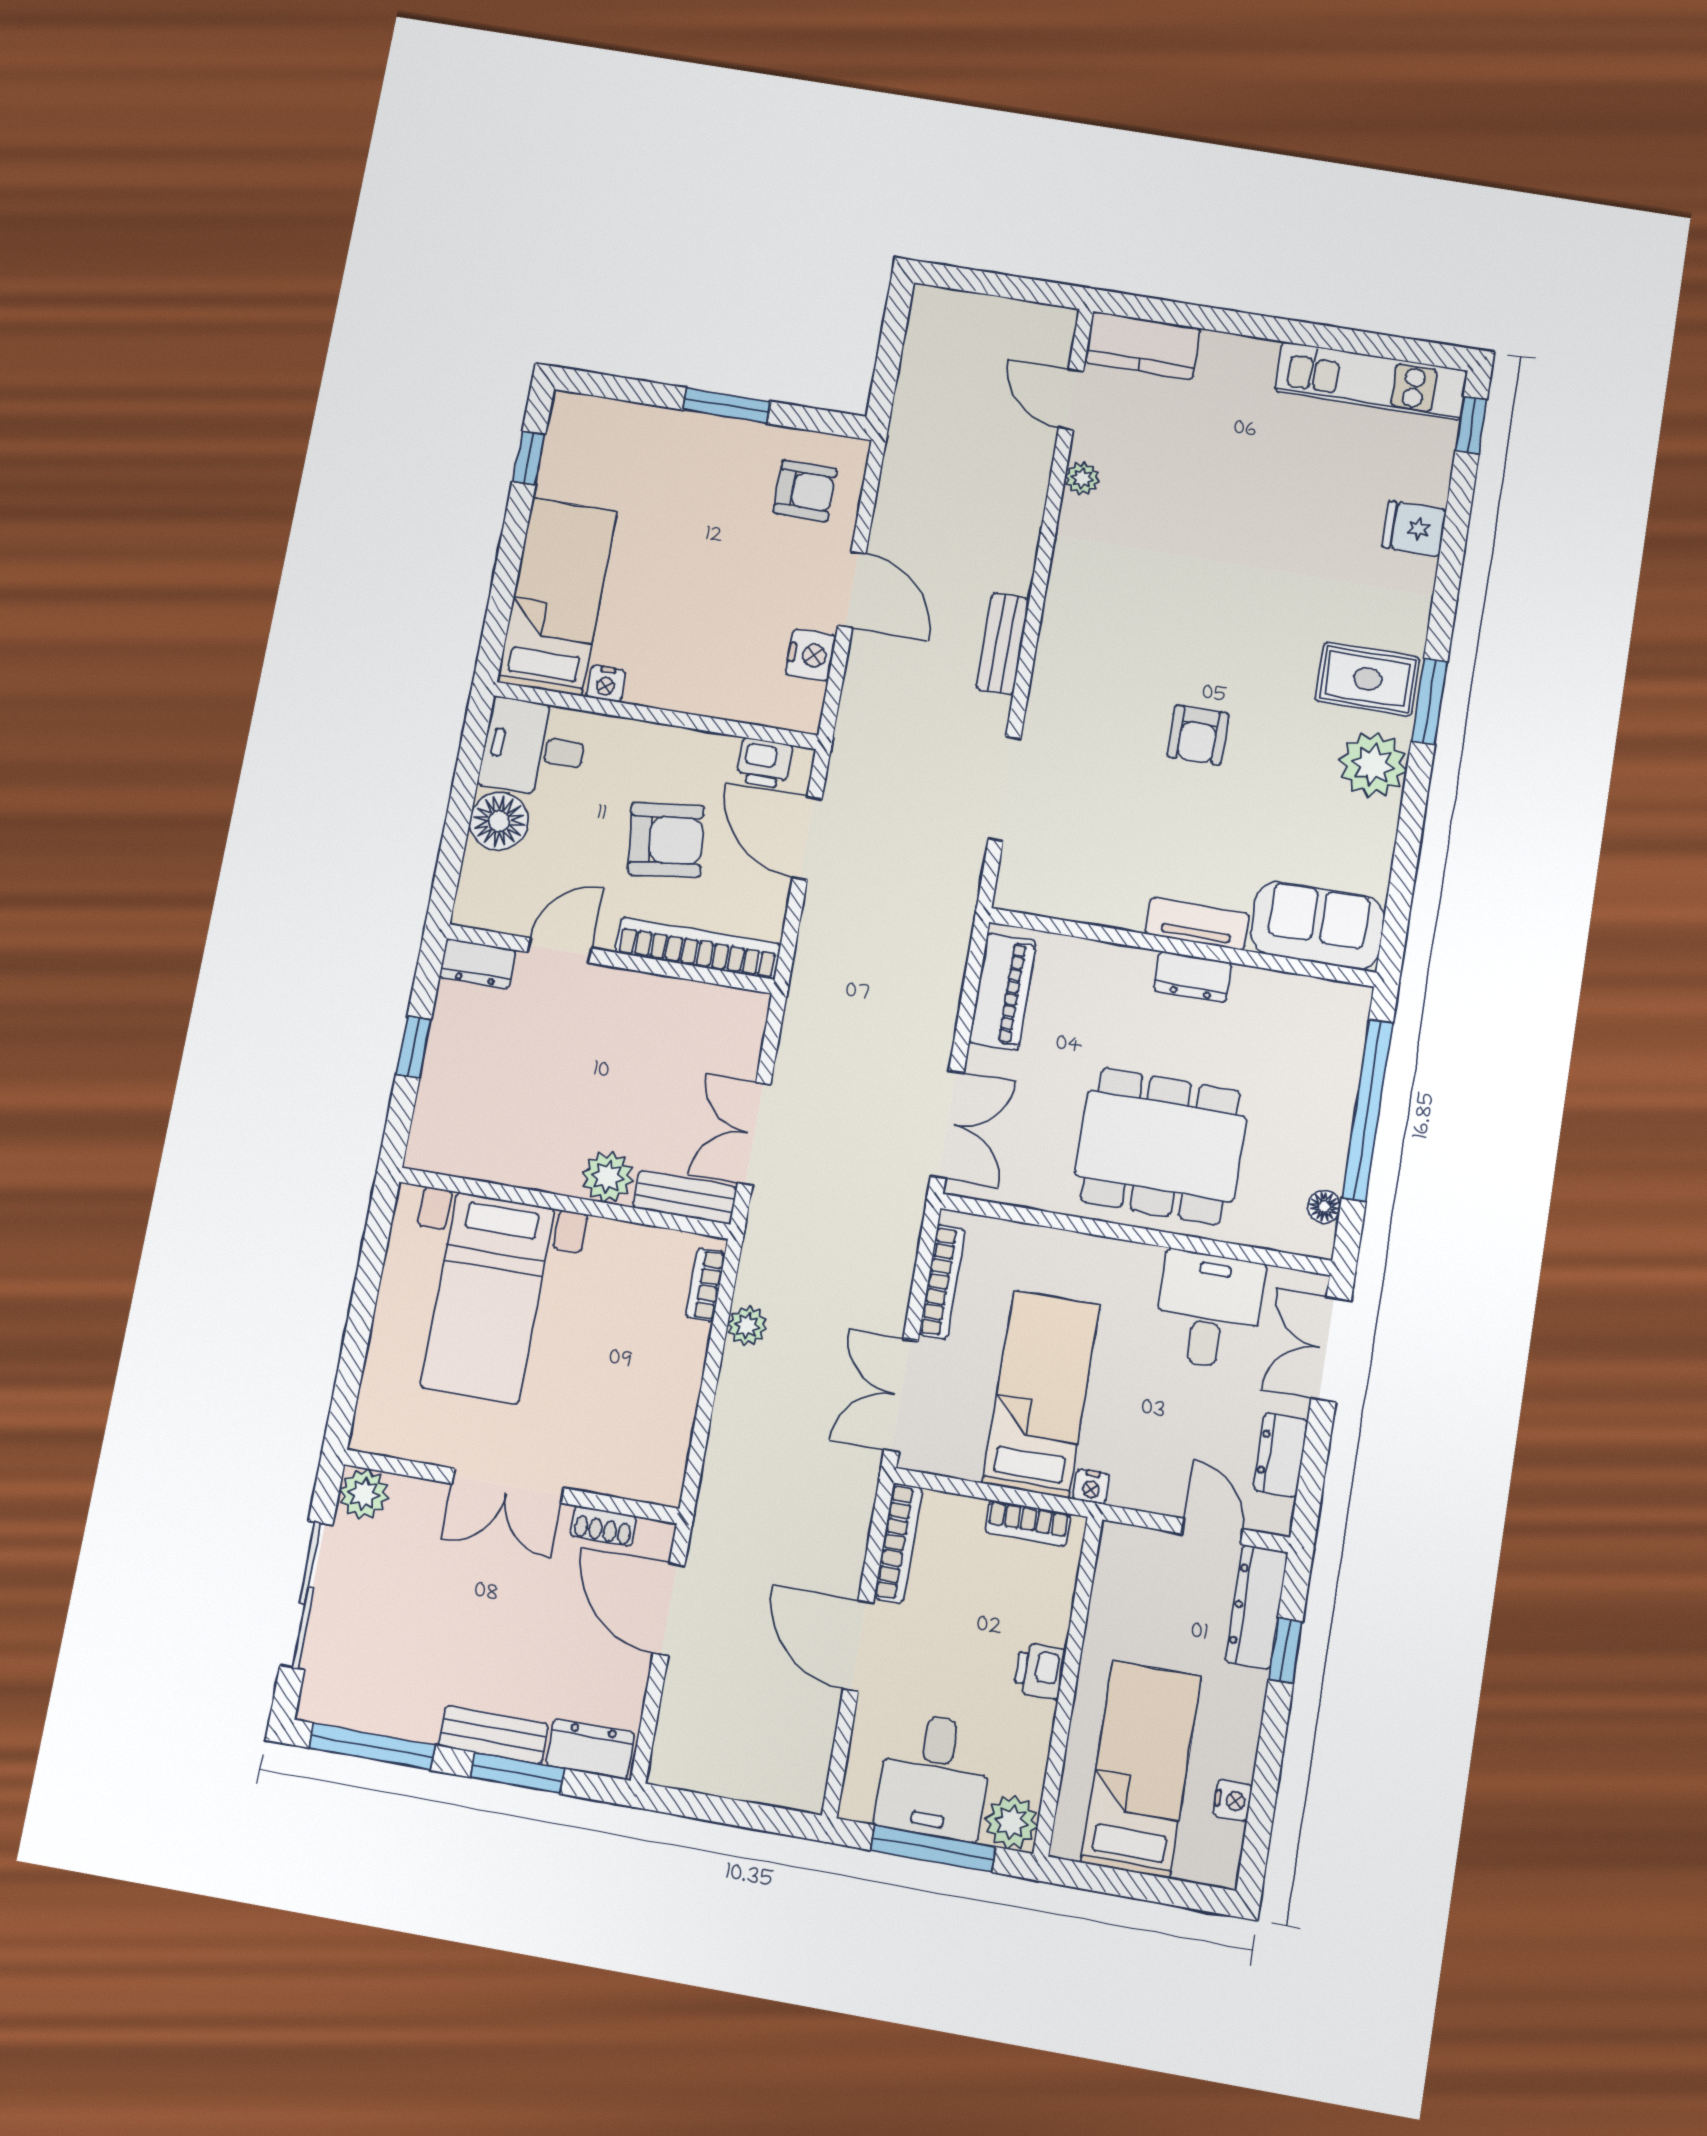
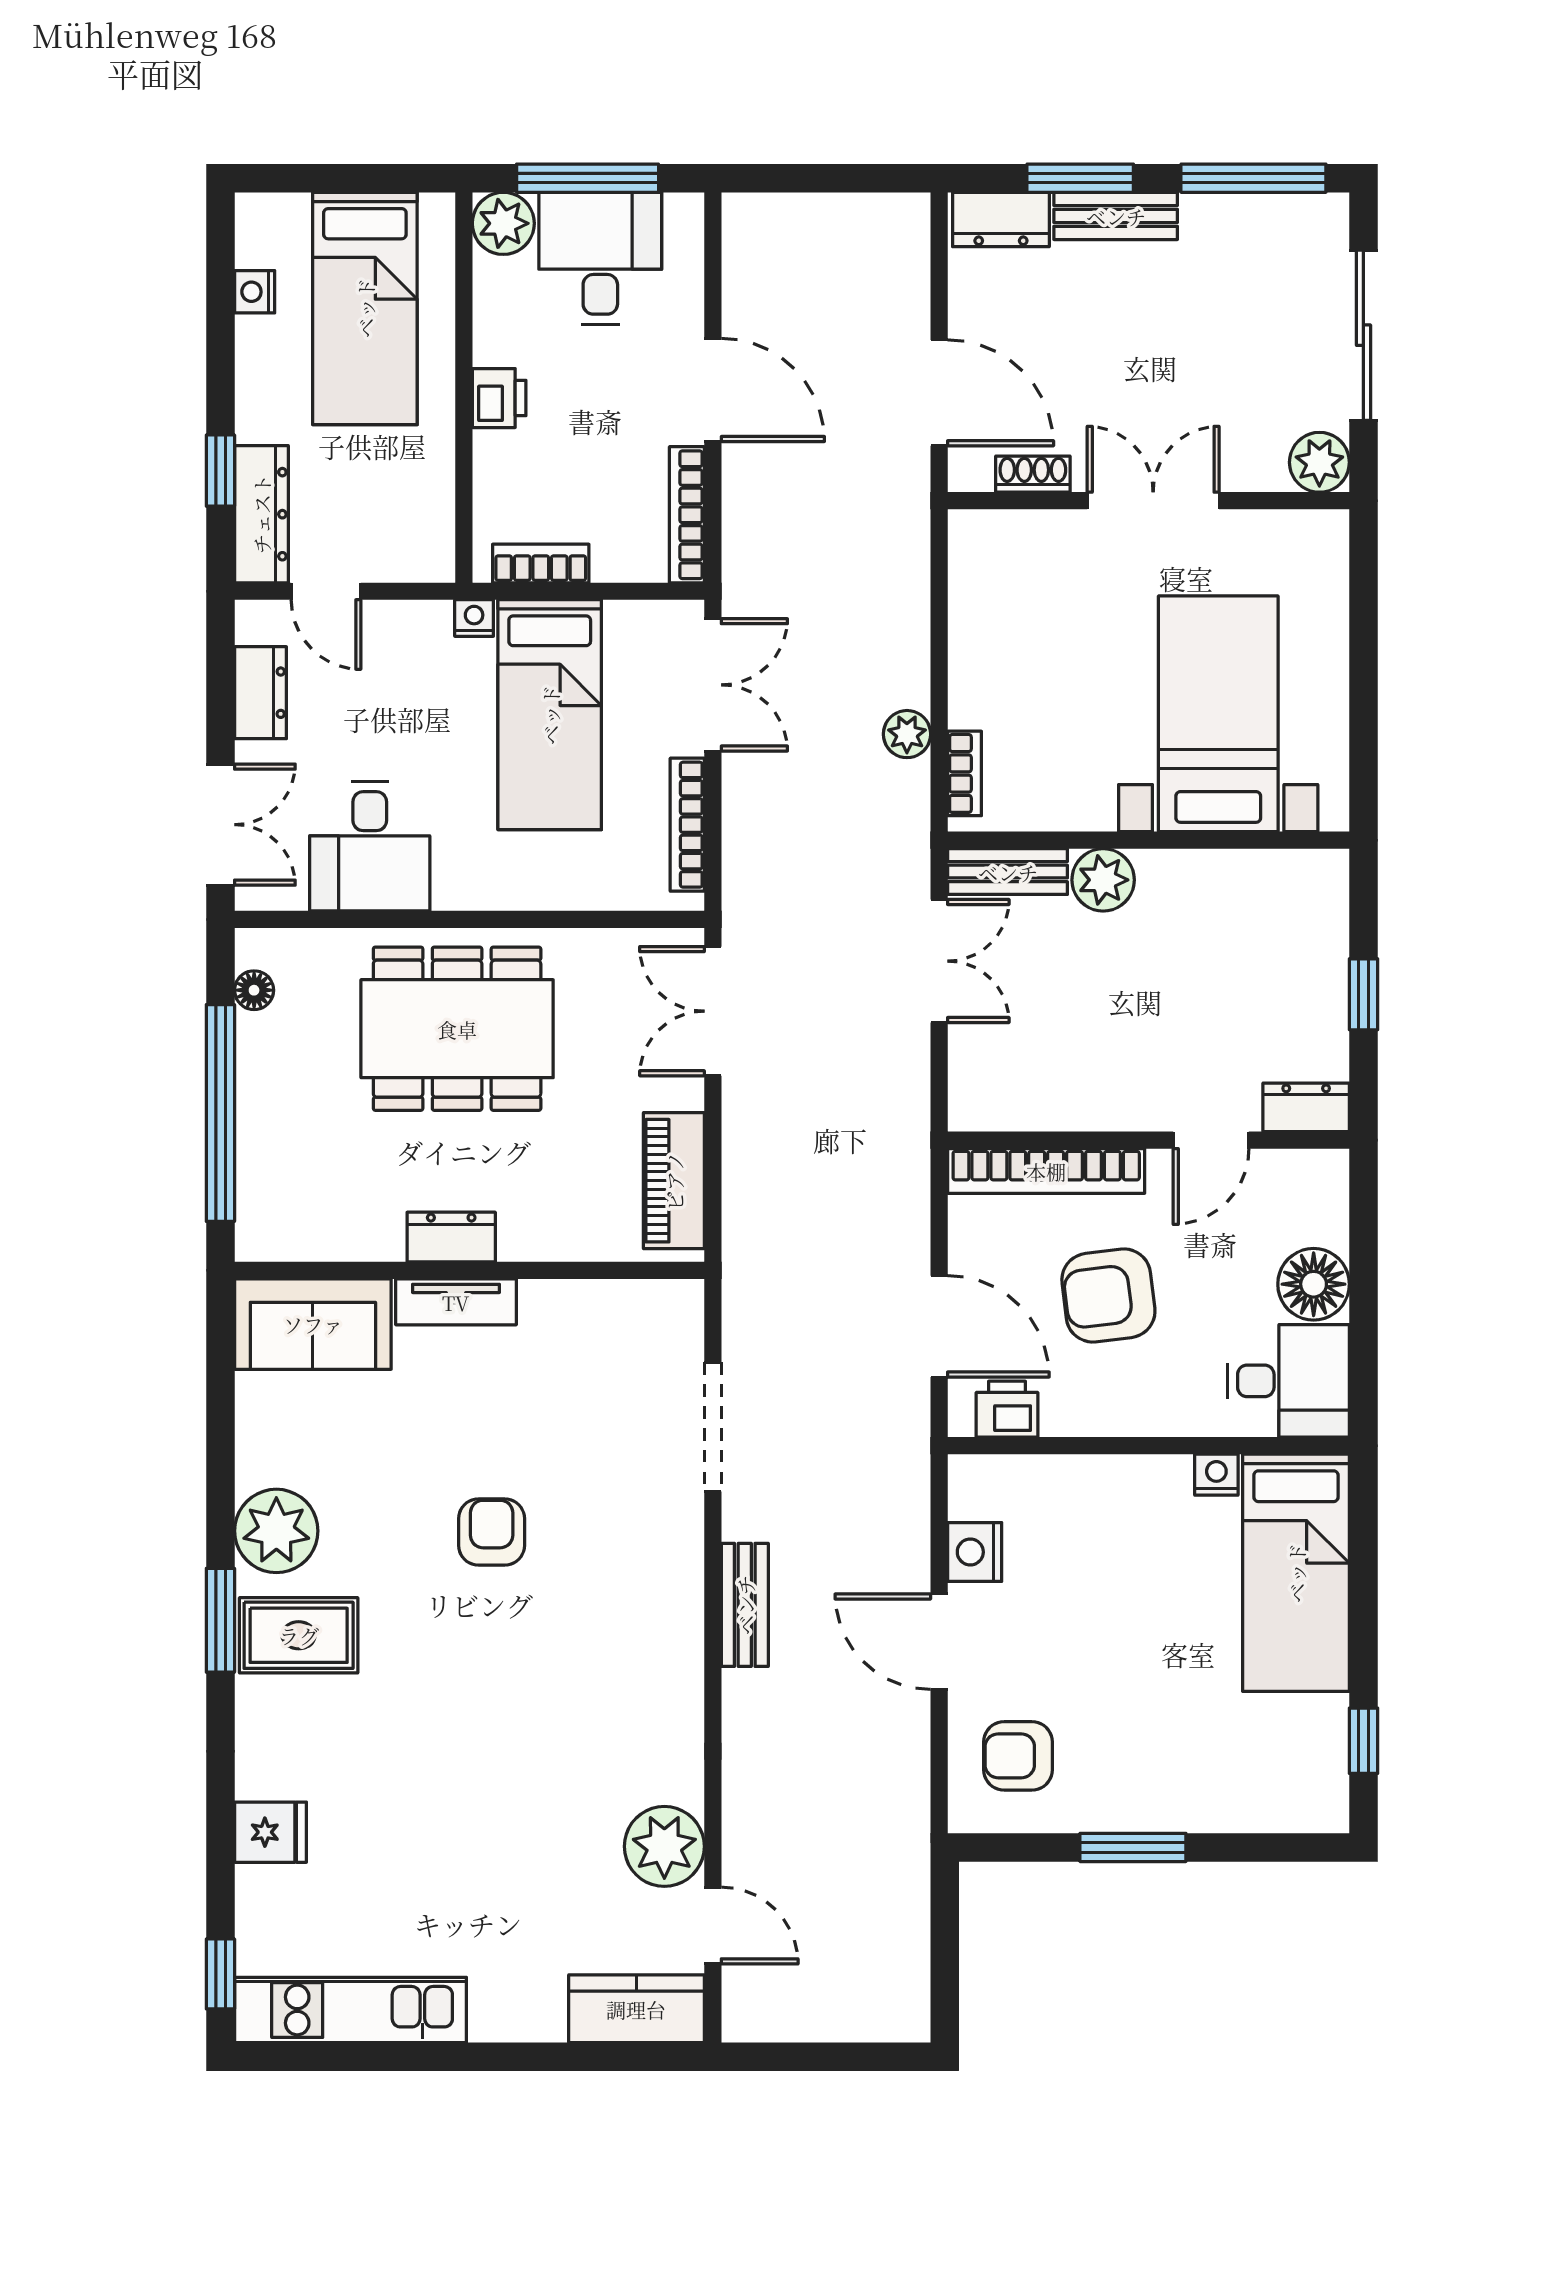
plant: (1082, 478) -> (664, 1846), width x1.88, depth x1.88

